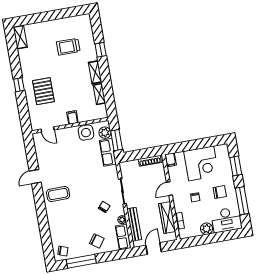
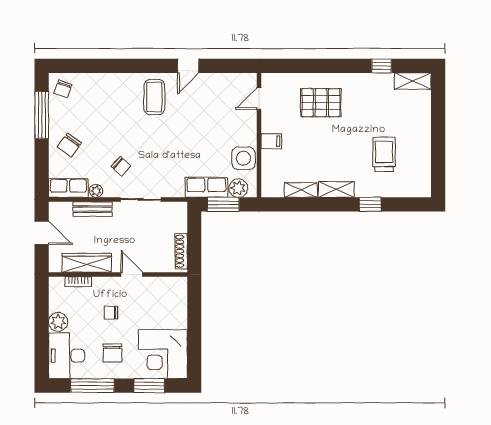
window: (19, 85) -> (381, 66), moved
filing cabinet: (171, 160) -> (177, 284), removed
corner desk: (201, 163) -> (163, 354), moved
door: (35, 177) -> (188, 66), swing flipped
bench: (134, 224) -> (93, 209), width x0.73

